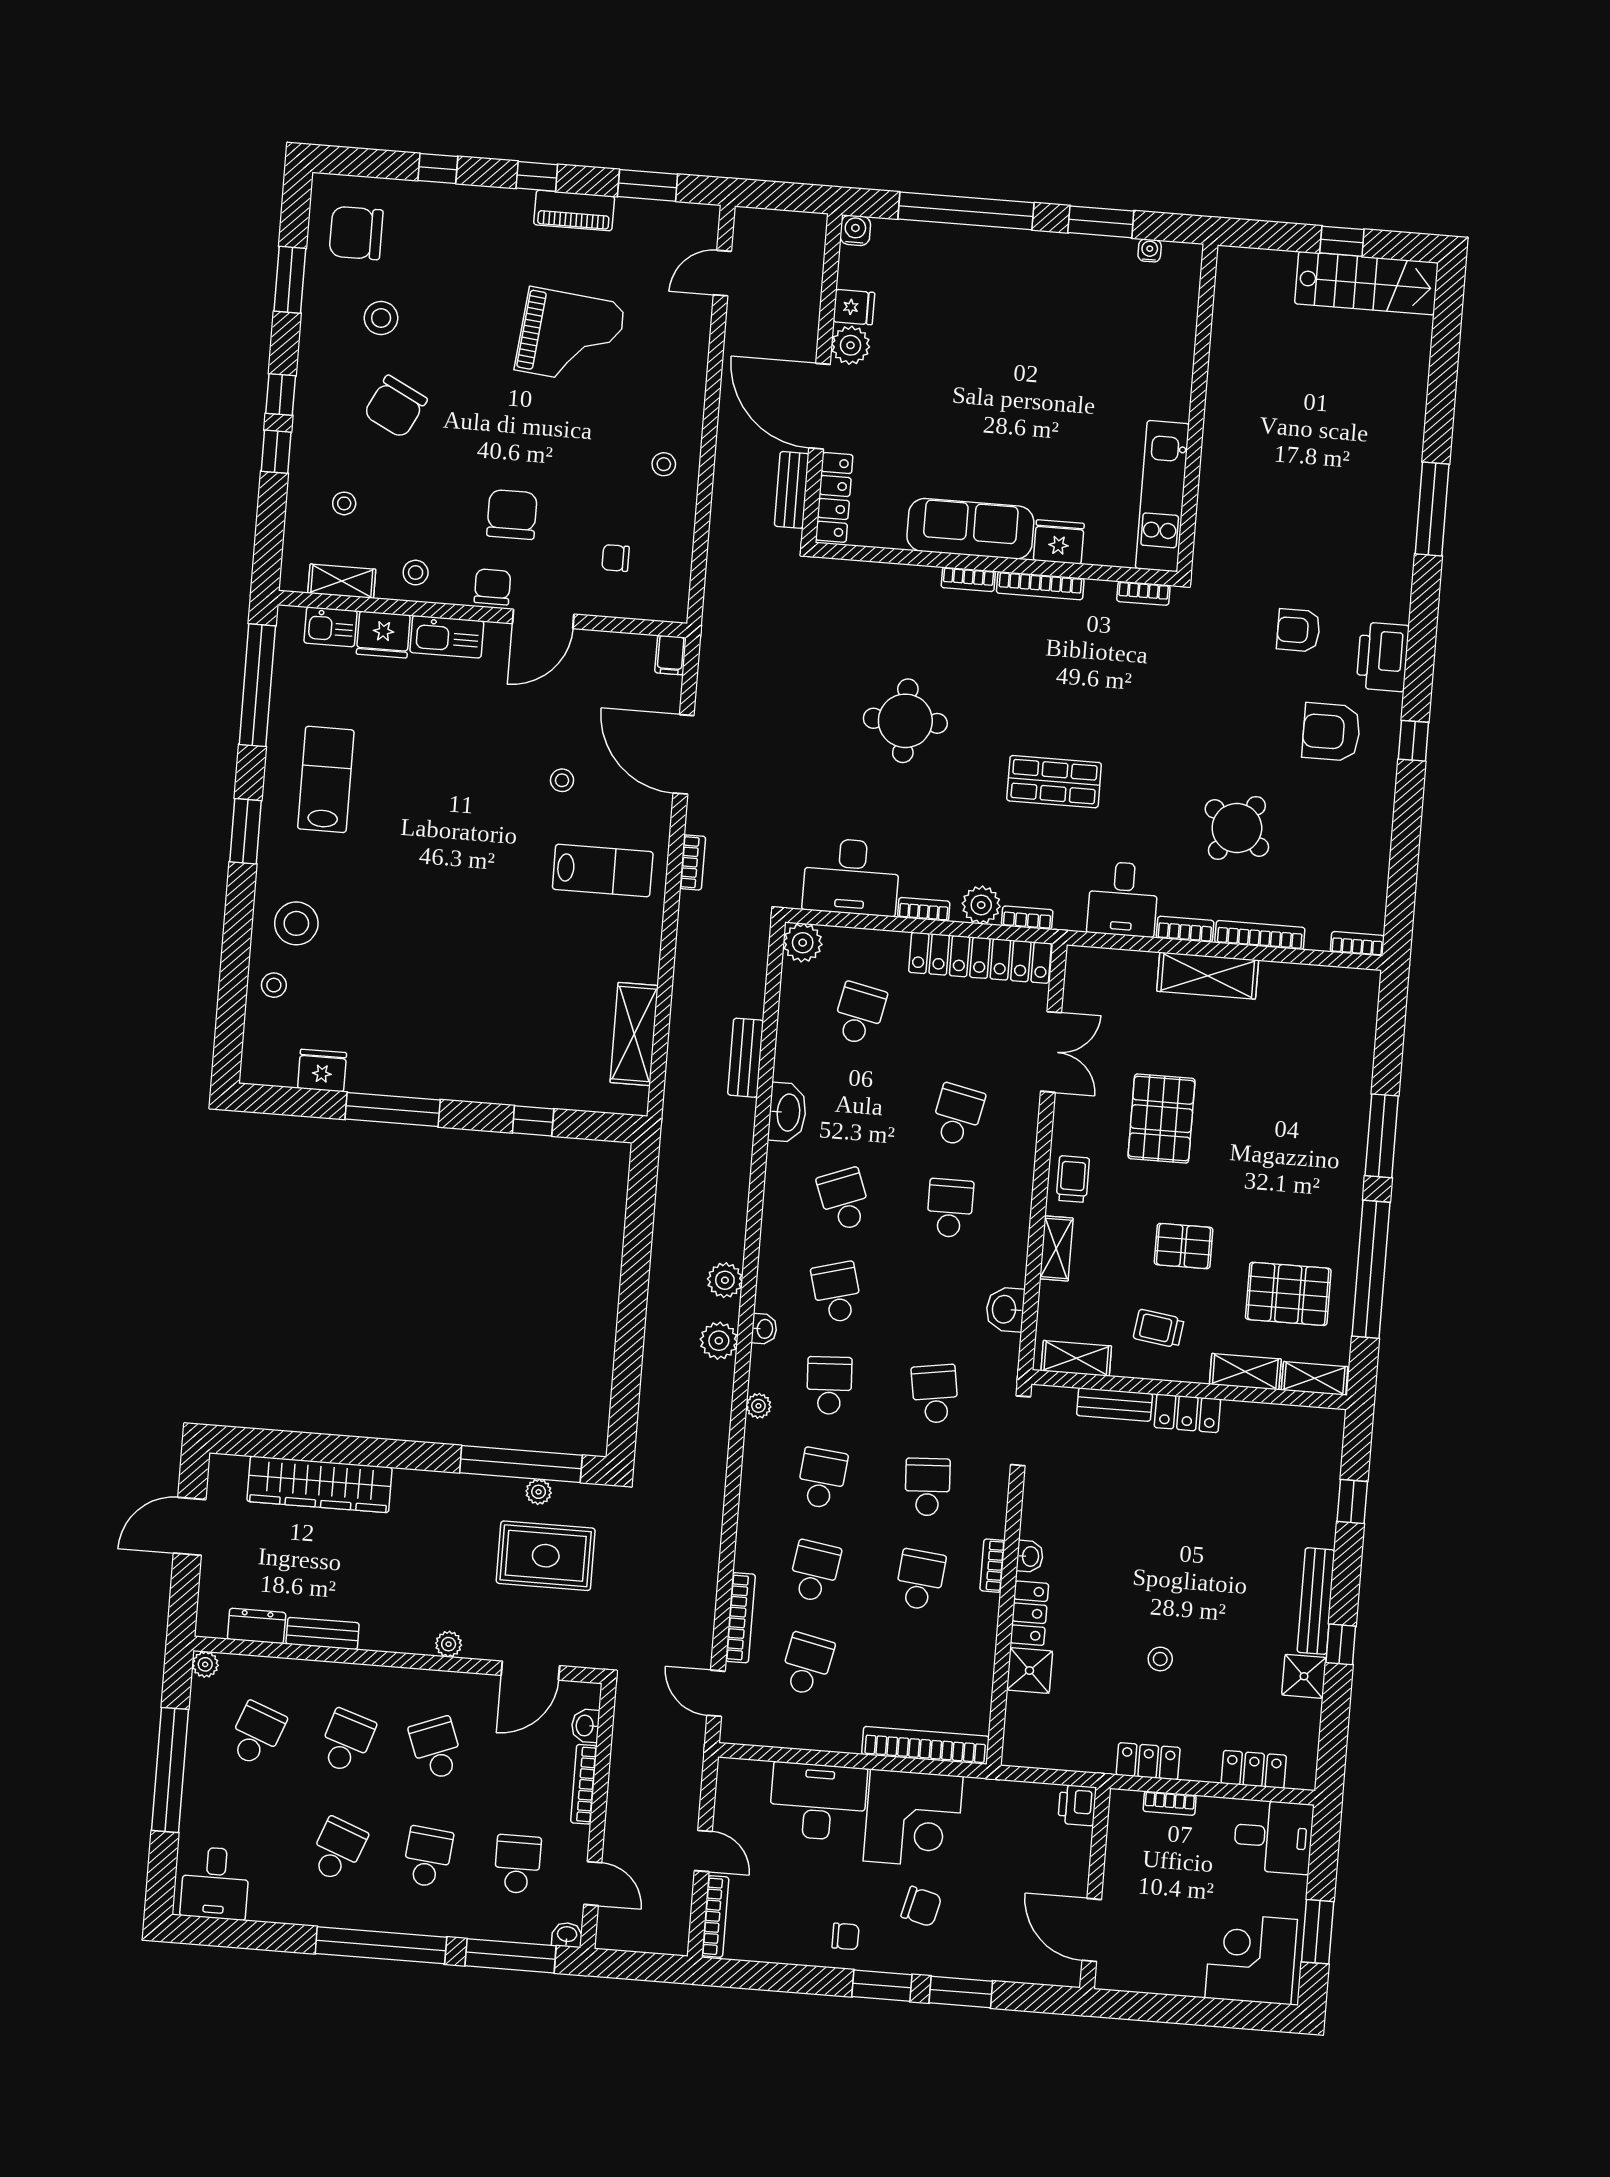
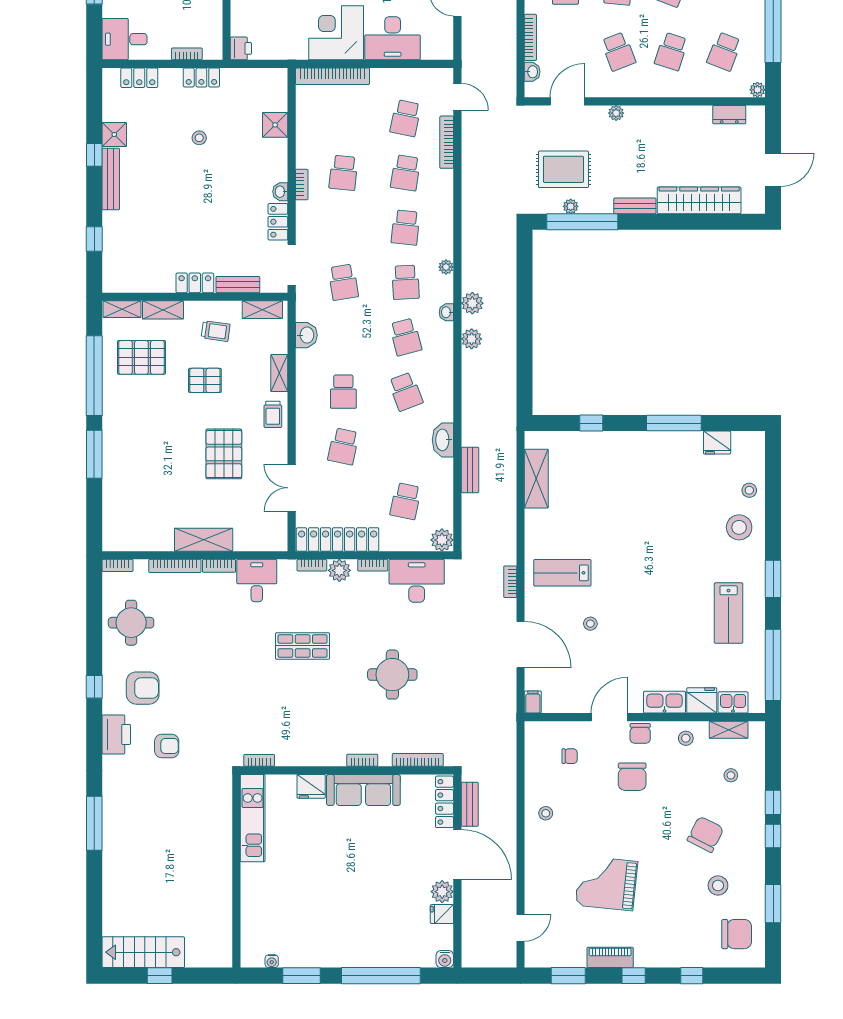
bookcase: (1040, 586) -> (418, 760), moved
round table: (1237, 828) -> (131, 623), moved, turned -36
school desk: (927, 1487) -> (343, 228), removed
locker: (1029, 1613) -> (278, 222), moved
bench: (323, 1633) -> (635, 206), moved

